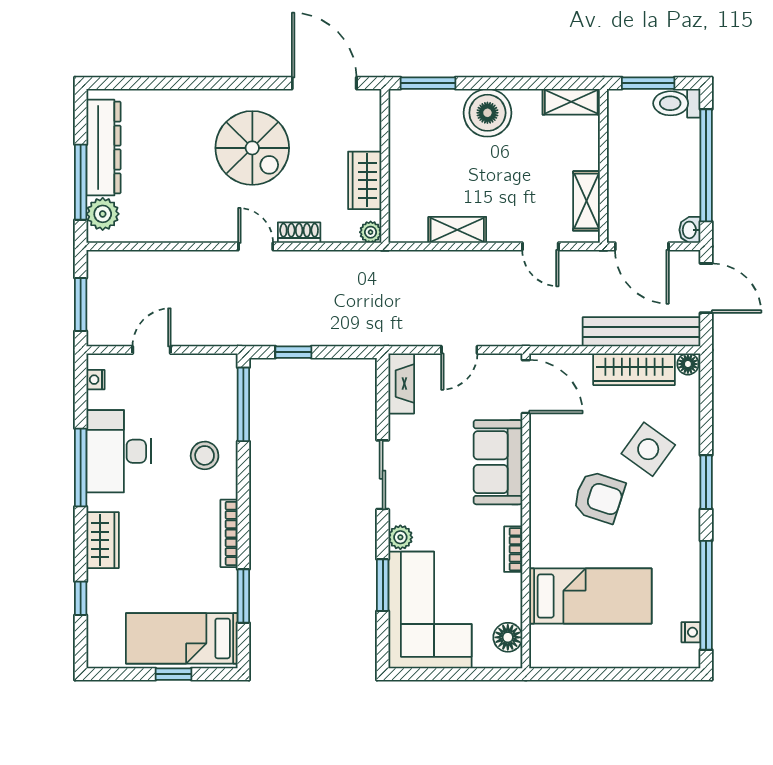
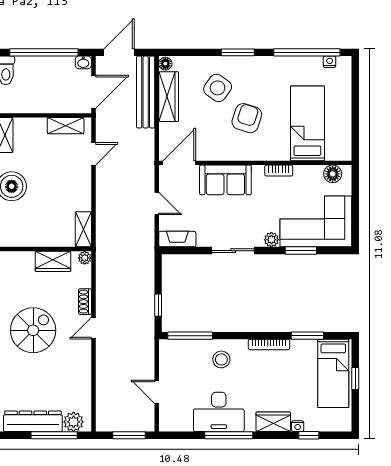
shelving: (457, 230) -> (83, 229), moved
nightstand: (96, 380) -> (298, 426), moved

